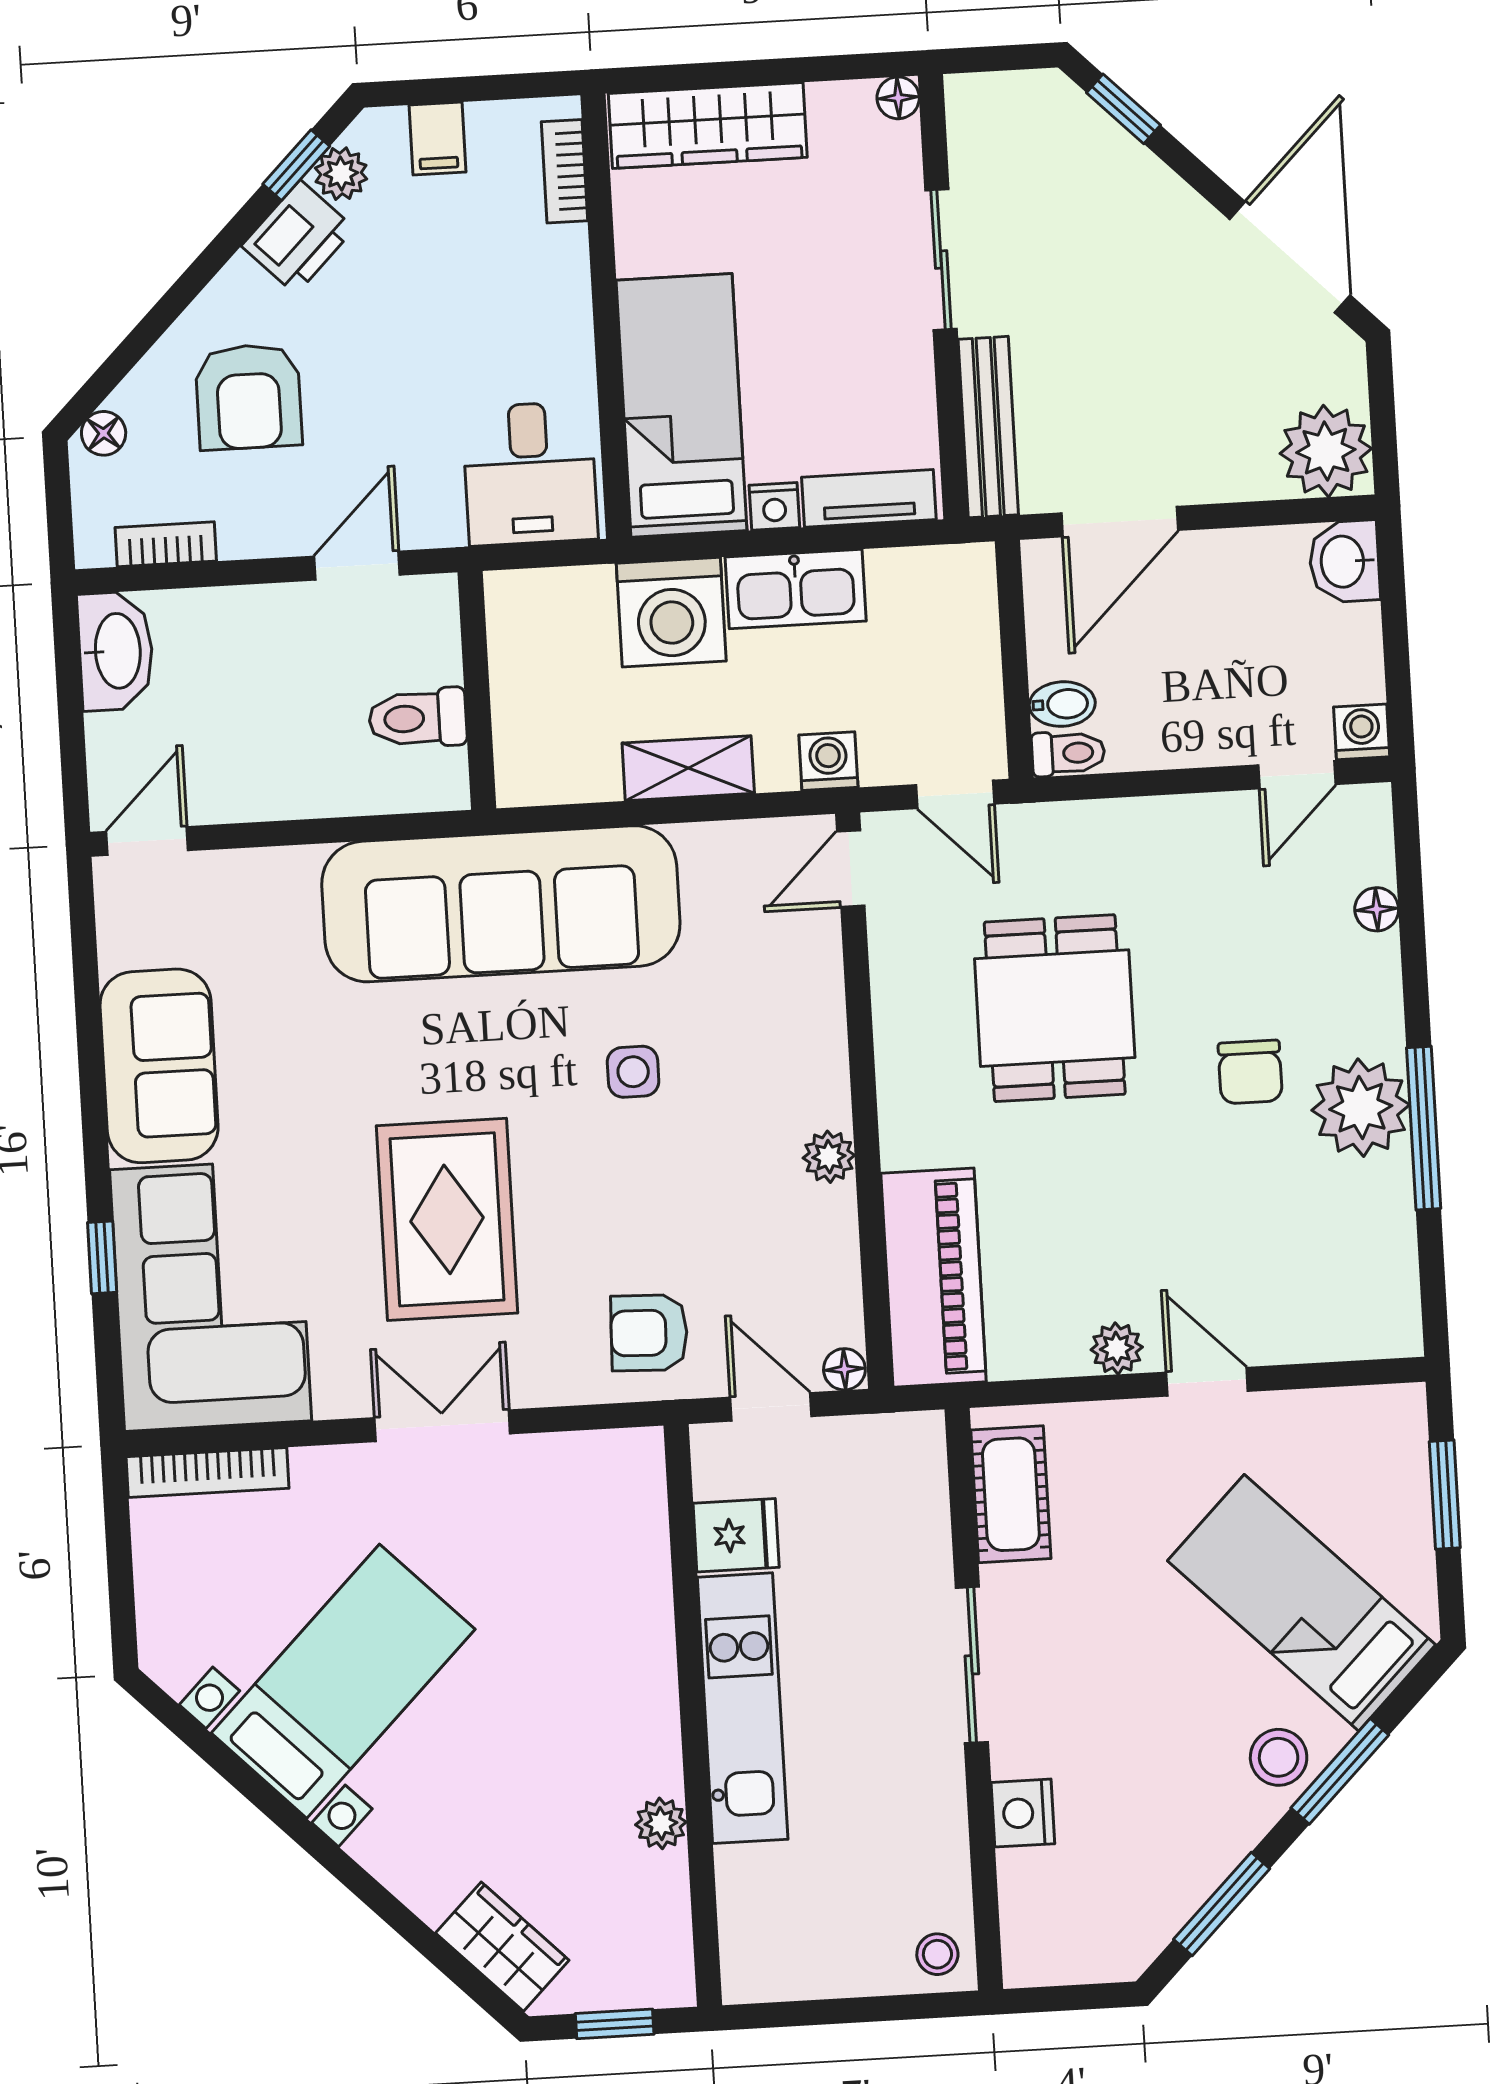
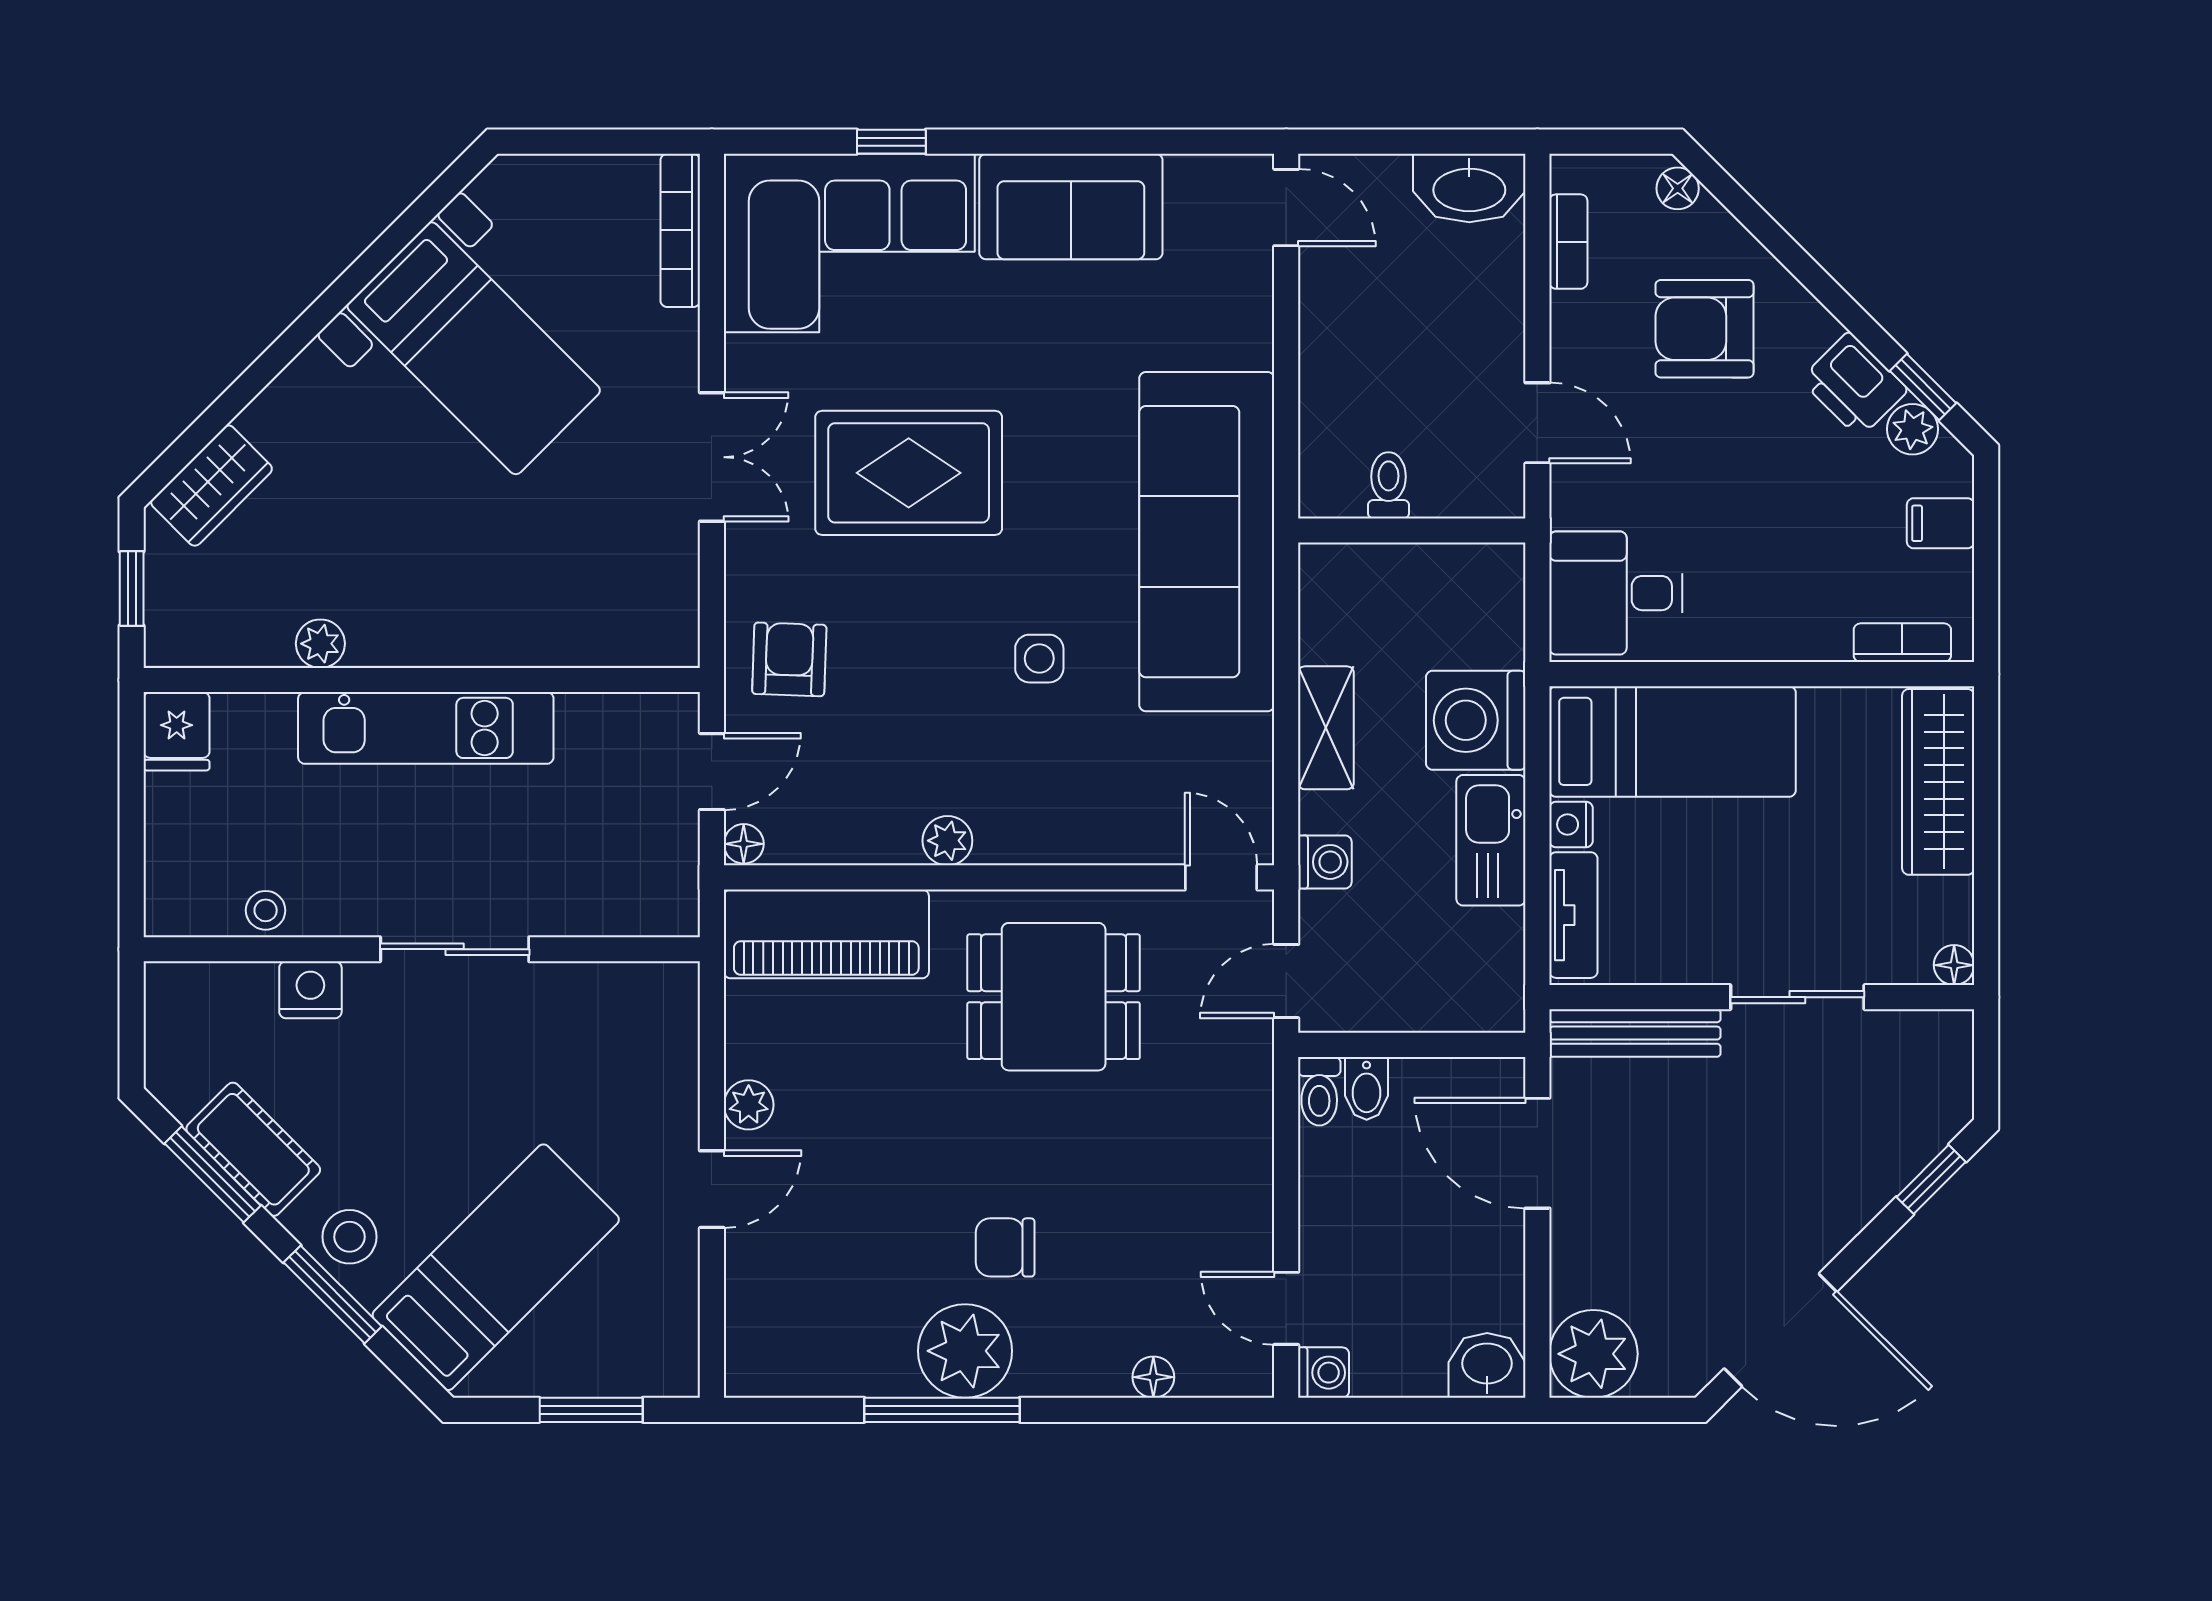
toilet: (418, 718) -> (1389, 485), width x0.73, depth x0.72
dining table: (1055, 1008) -> (1054, 997), moved
cot: (1011, 1494) -> (253, 1149), moved, turned 45
fridge: (736, 1535) -> (177, 731), moved
stool: (937, 1954) -> (266, 910), moved

